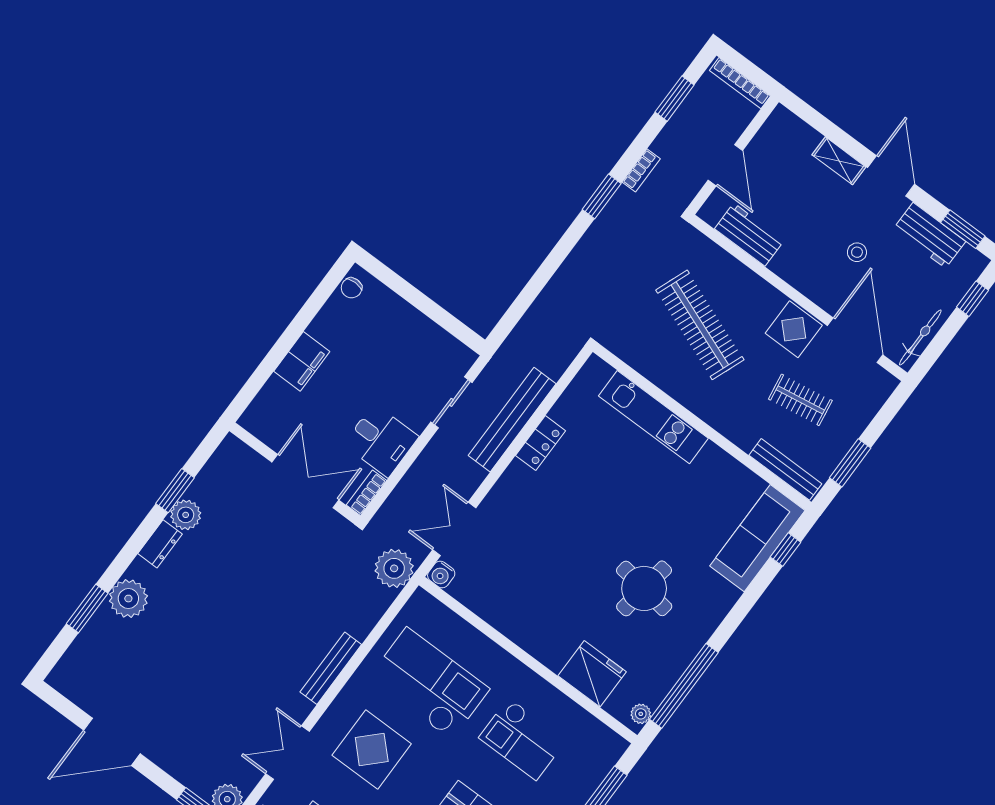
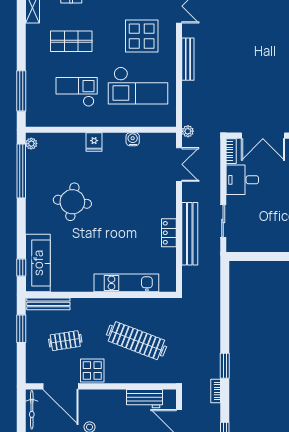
plant: (394, 568) -> (188, 131), width x0.53, depth x0.53
water cooler: (441, 574) -> (133, 139), moved
fridge: (592, 674) -> (94, 142), moved, width x0.53, depth x0.75

